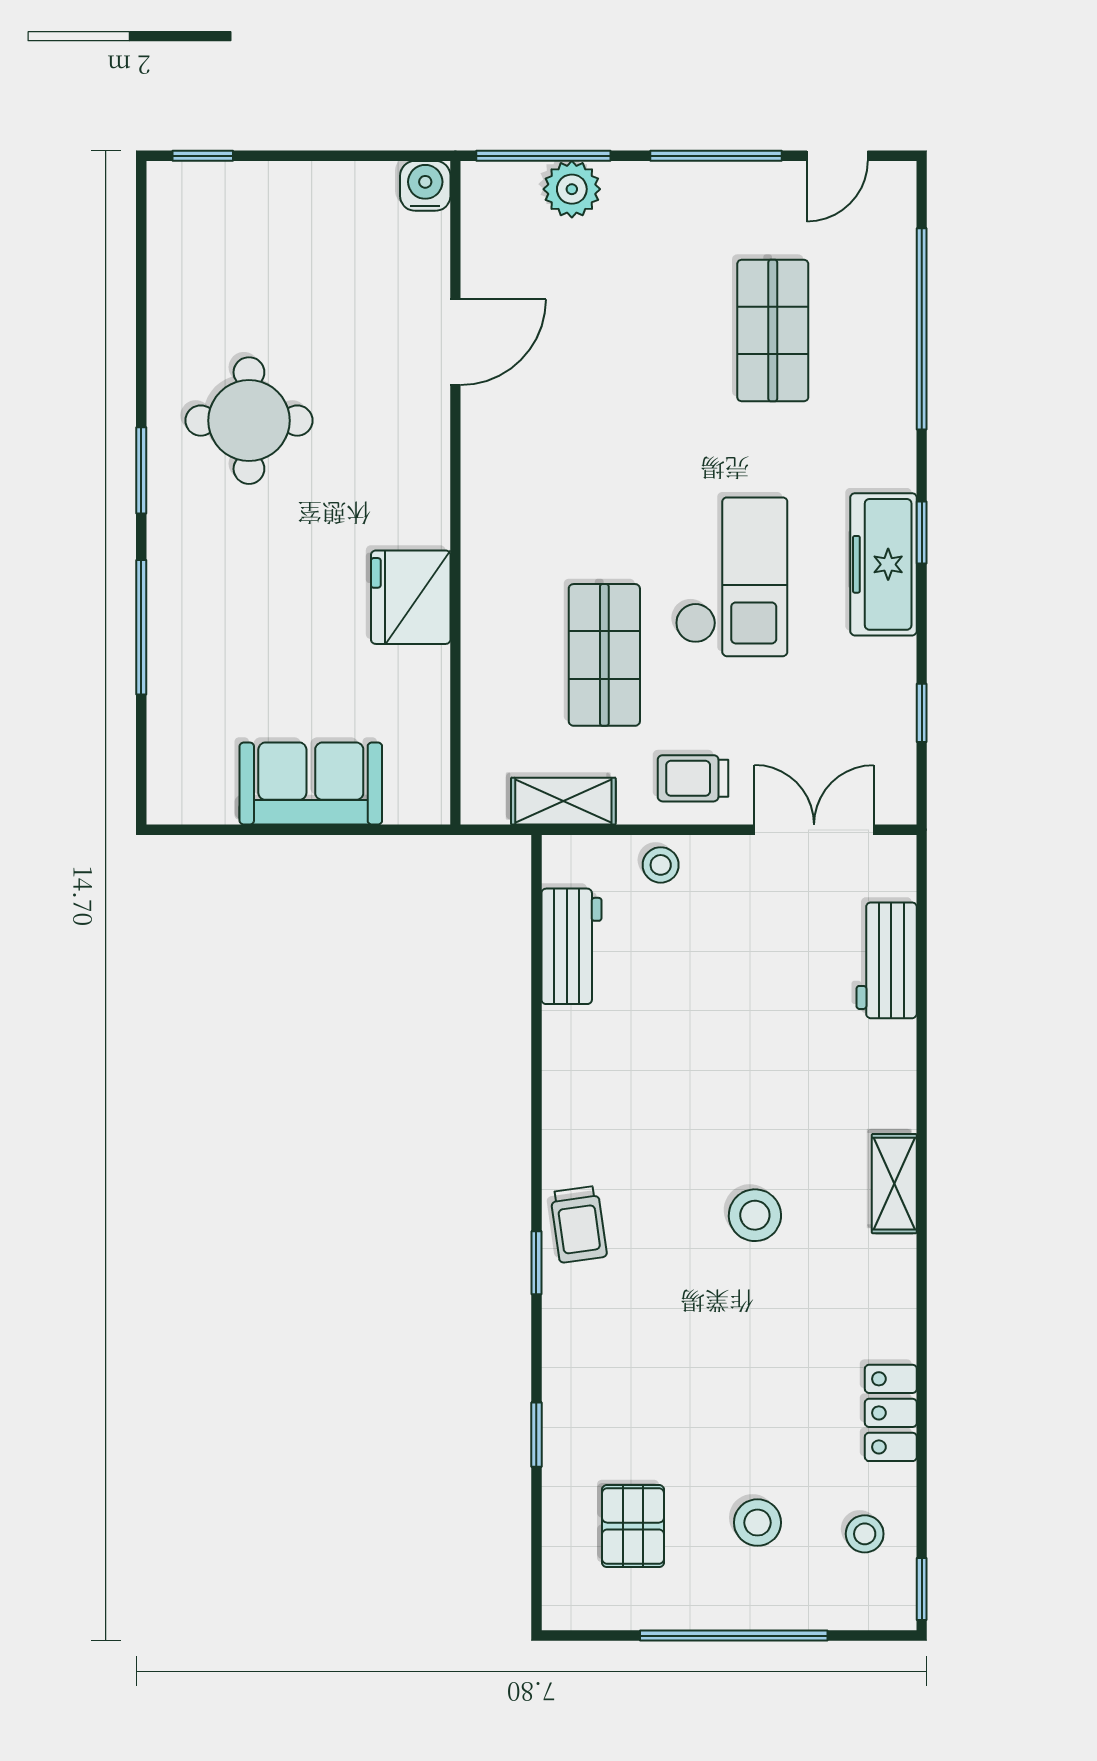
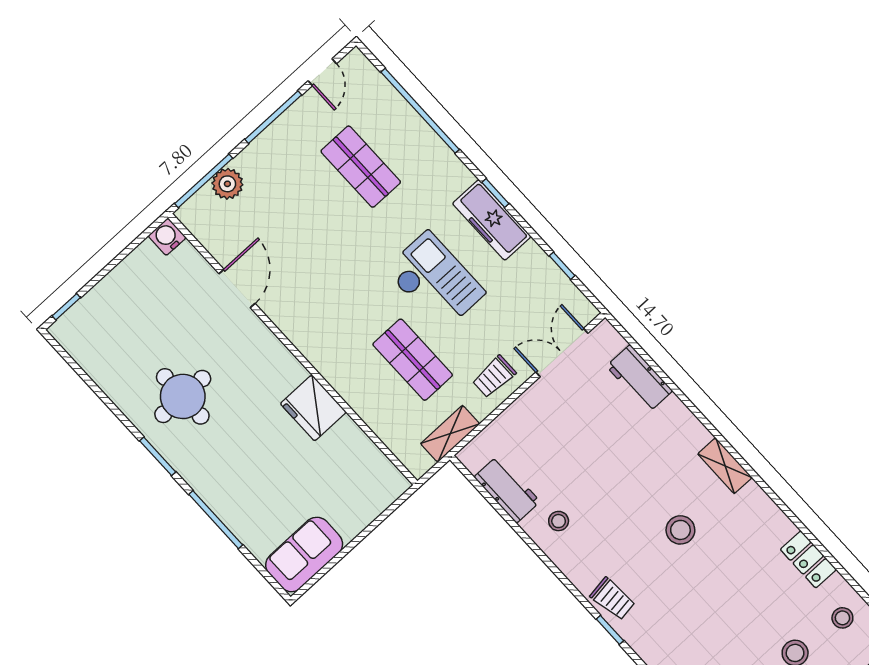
sofa: (311, 784) -> (304, 554), moved
stool: (661, 865) -> (559, 521), moved

